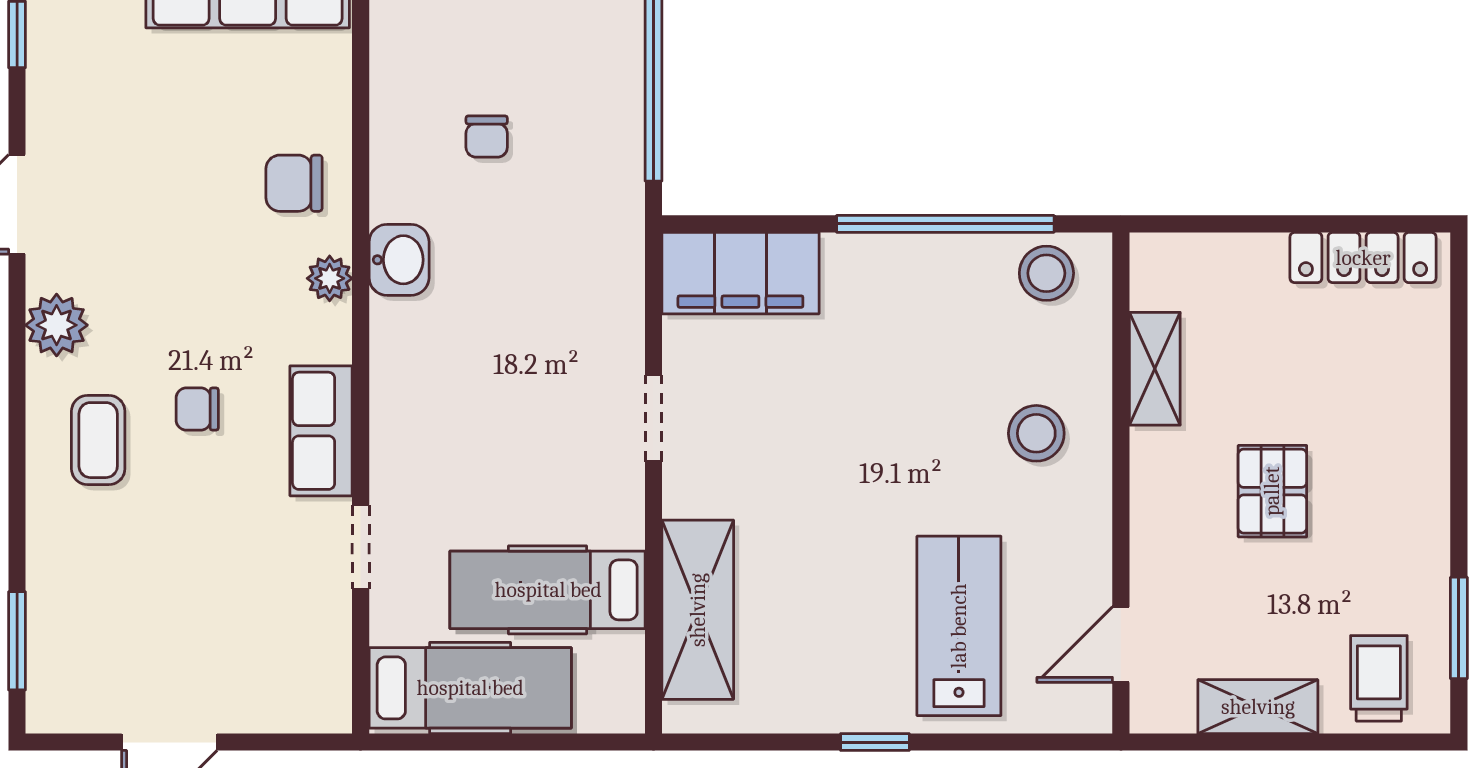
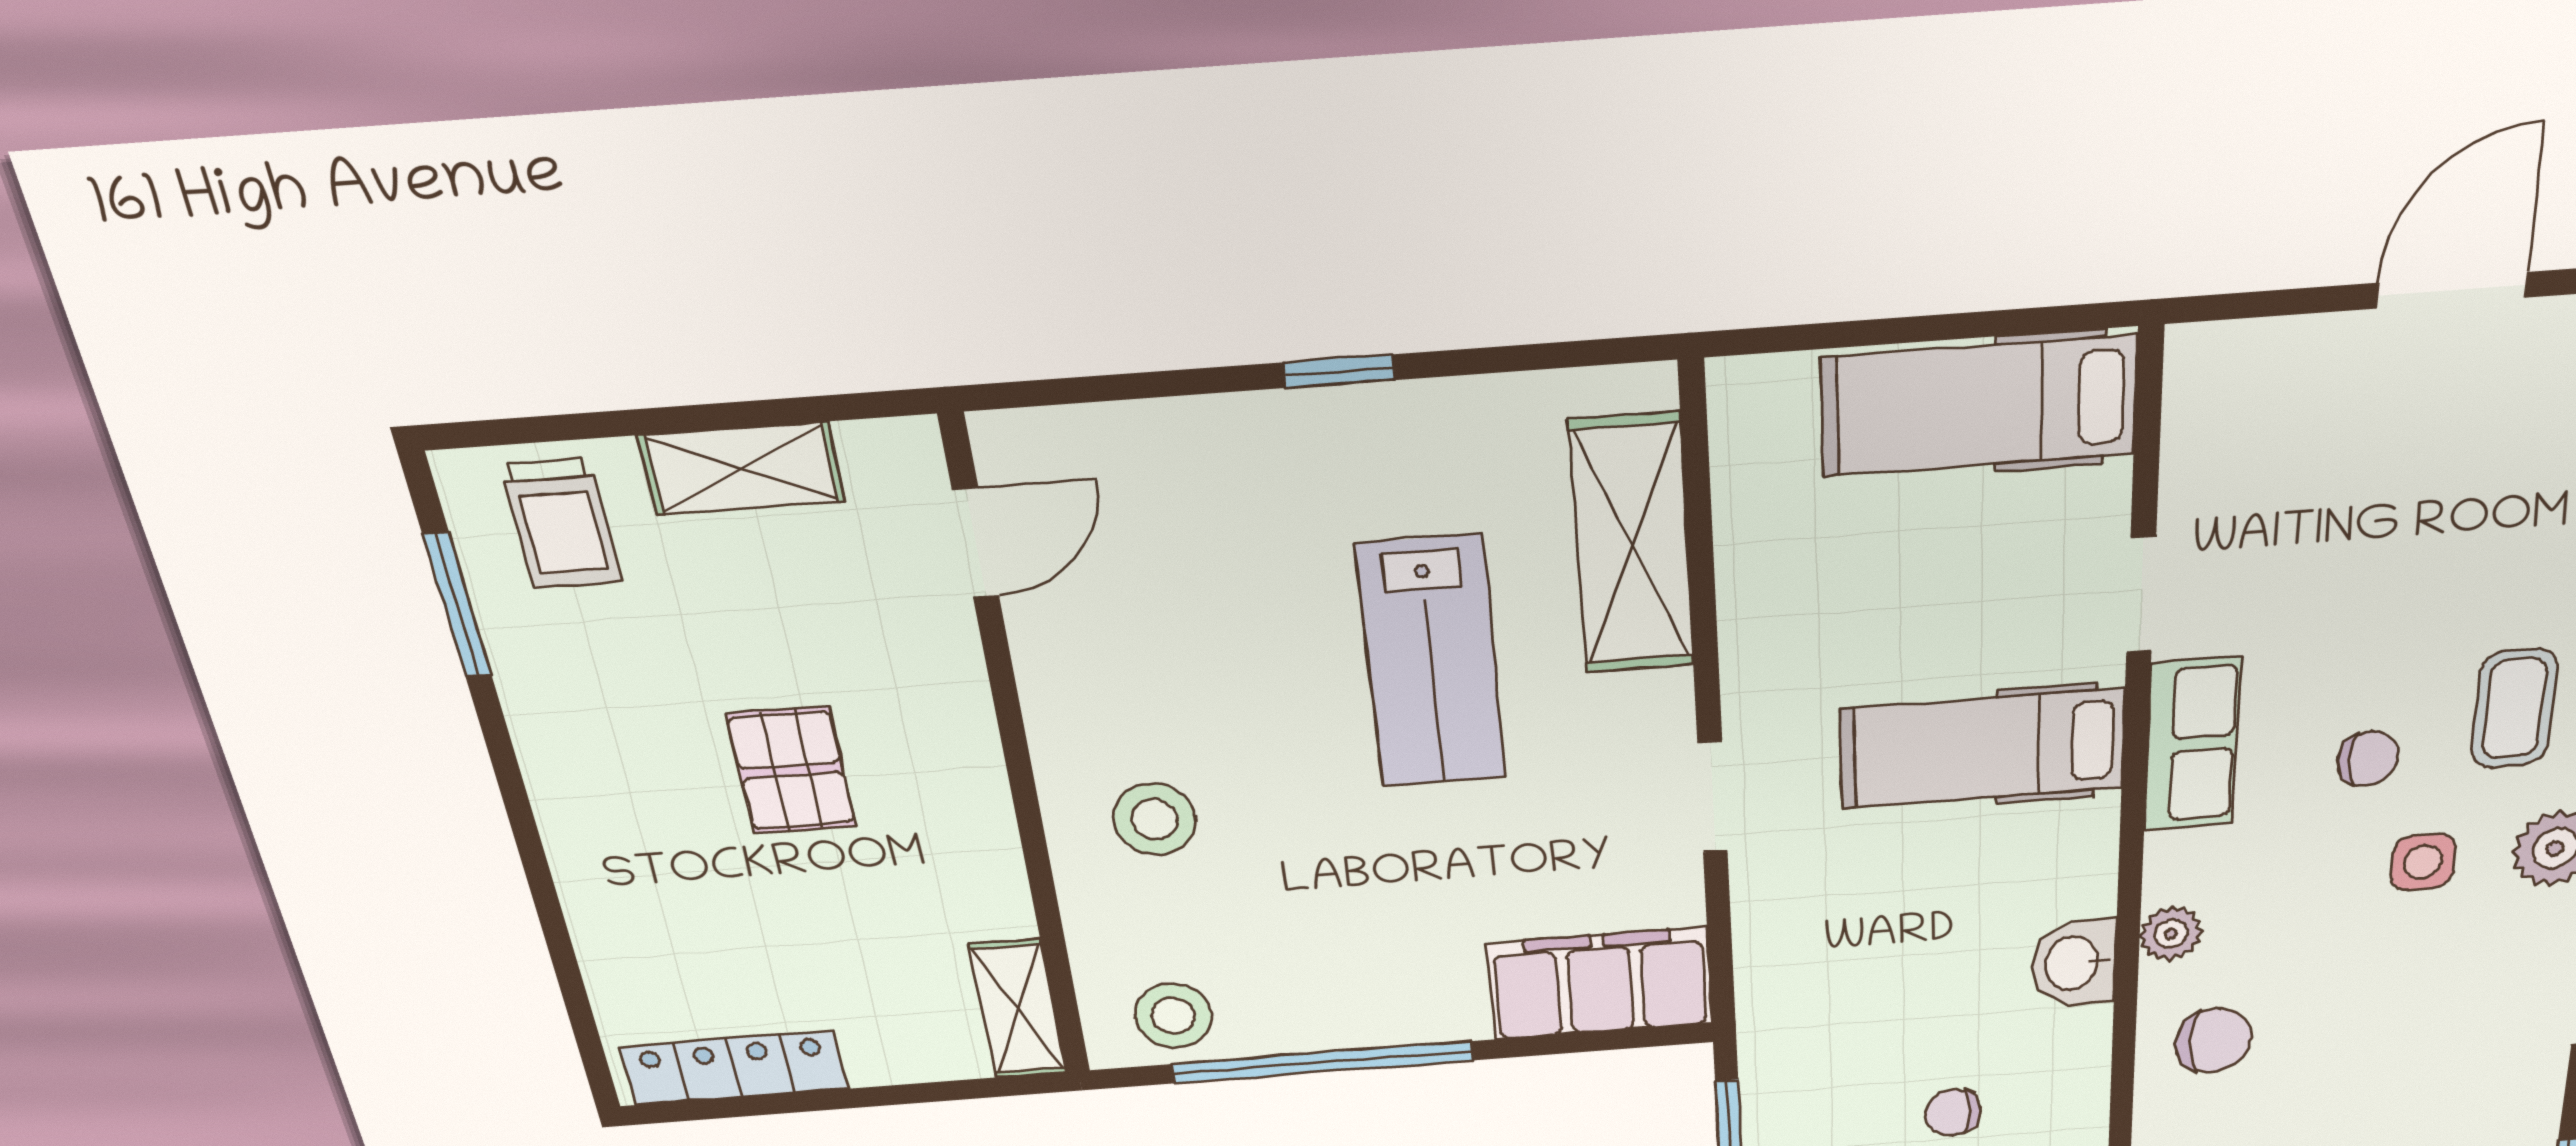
chair: (487, 137) -> (1953, 1112), turned -90
side table: (151, 322) -> (2423, 862), added
shelving: (1155, 369) -> (1018, 1009), moved
hospital bed: (548, 590) -> (1982, 749), moved, turned 180
lab bench: (959, 626) -> (1432, 663), moved

